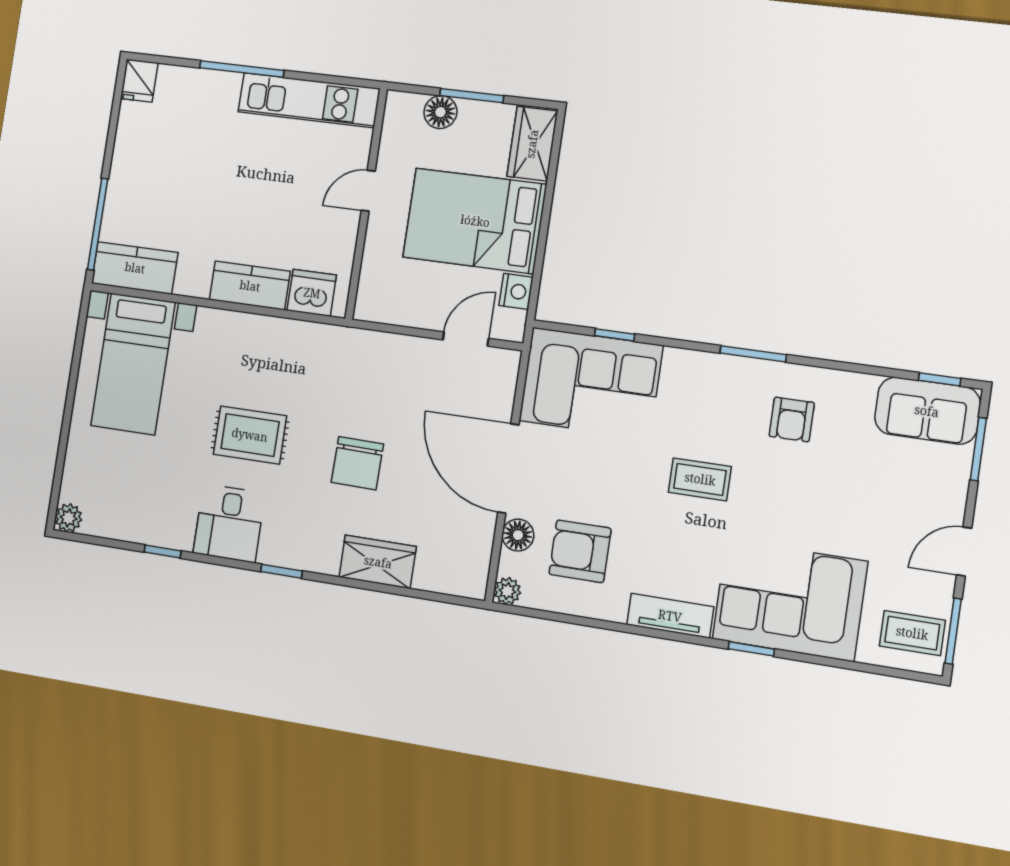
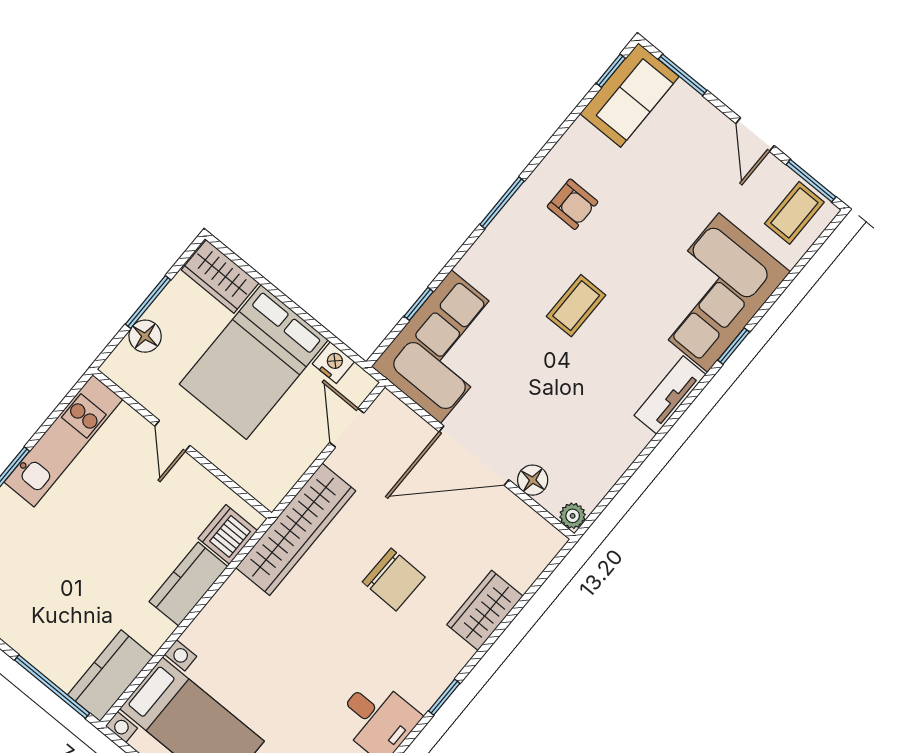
wardrobe: (351, 349) -> (296, 529), added
rug: (250, 435) -> (315, 658), removed
armchair: (580, 551) -> (576, 437), removed

